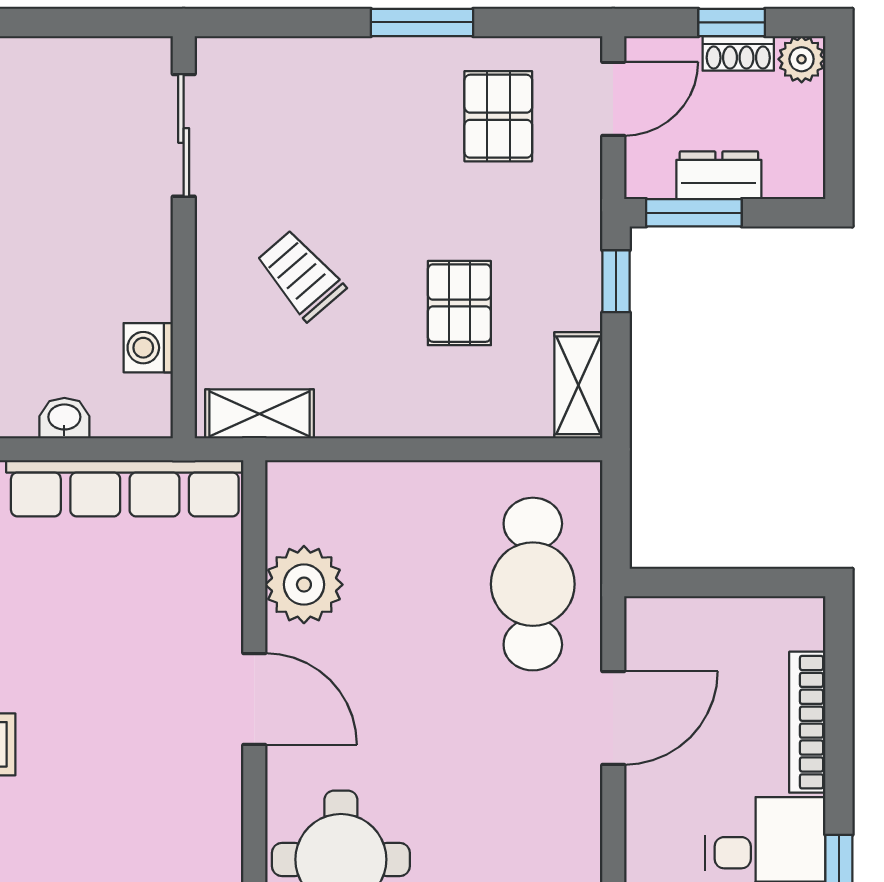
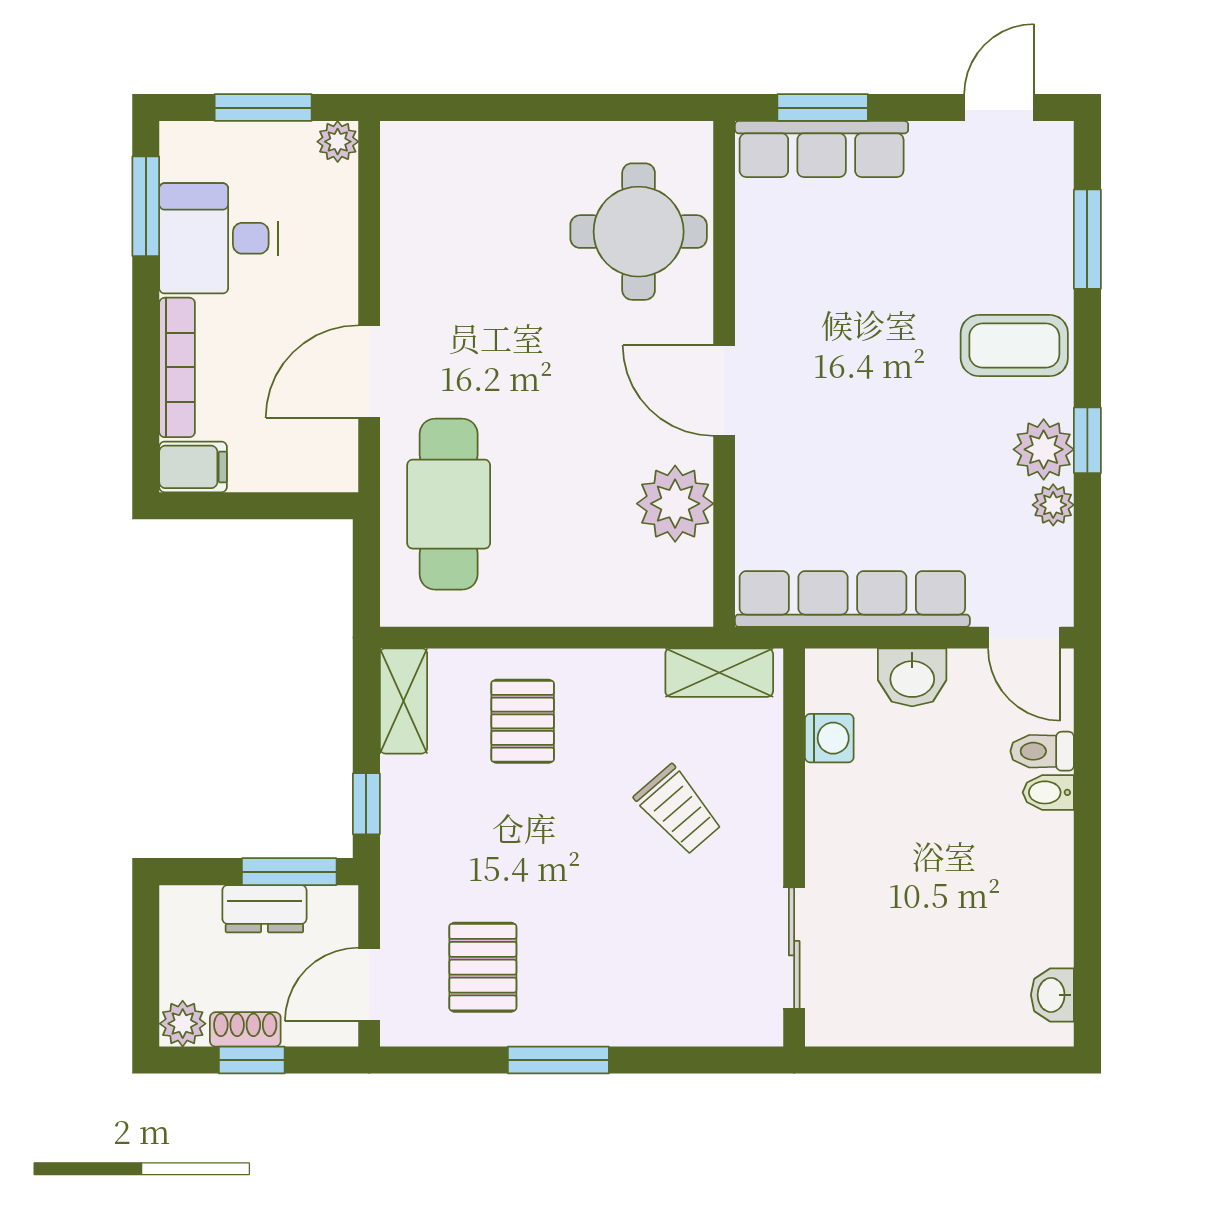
pallet: (459, 303) -> (523, 721), moved
washbasin: (64, 418) -> (912, 677), width x1.38, depth x1.45
filing cabinet: (791, 622) -> (193, 467), added

